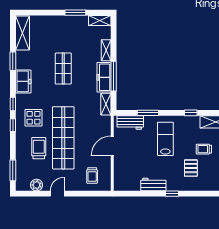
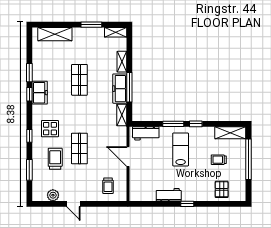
shelving: (22, 33) -> (55, 34), moved, turned 90
window: (13, 104) -> (29, 94), moved
window: (148, 113) -> (173, 124), moved
window: (191, 113) -> (196, 124), moved
shop shelf: (63, 138) -> (79, 149), width x0.50, depth x0.74
door: (112, 146) -> (128, 157), hinge flipped
pallet: (191, 168) -> (222, 189), moved
window: (13, 170) -> (29, 170), moved
door: (57, 194) -> (73, 204), swing flipped

